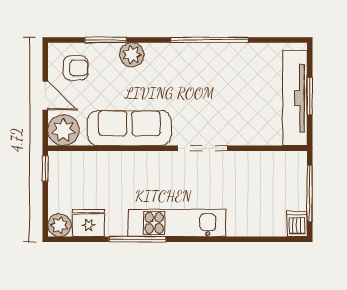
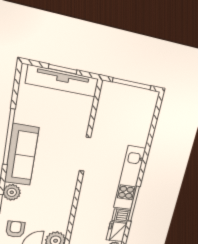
sofa: (129, 128) -> (22, 155), moved, turned 180
dishwasher: (297, 224) -> (121, 215), moved

